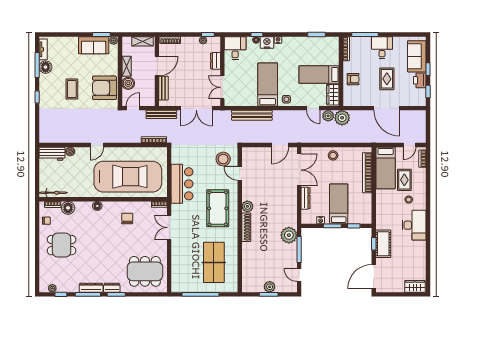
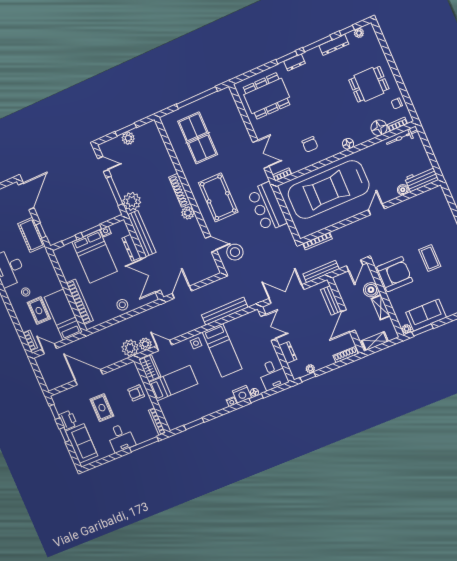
door: (409, 145) -> (49, 349), hinge flipped
bed: (339, 204) -> (95, 257), width x1.50
bench: (292, 206) -> (142, 233), added
dresser: (91, 288) -> (334, 45), moved

